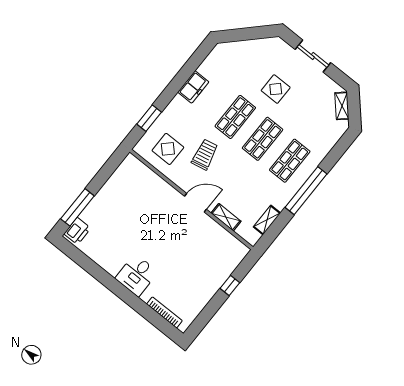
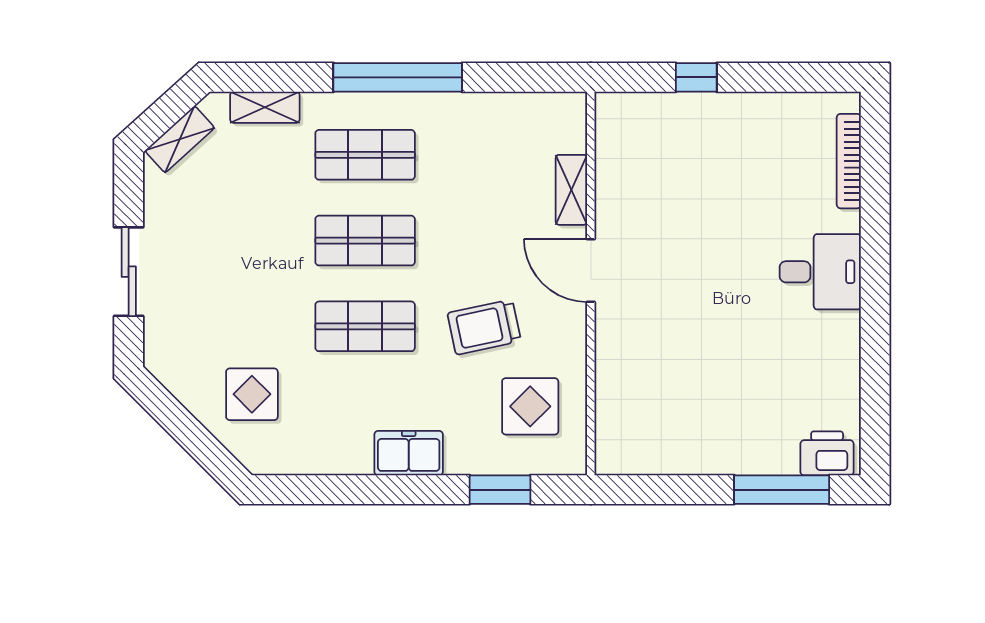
freezer: (193, 87) -> (409, 453), moved
display table: (276, 89) -> (252, 394), moved
shelving: (267, 220) -> (265, 107), moved

